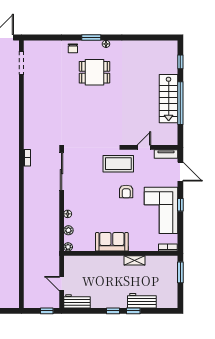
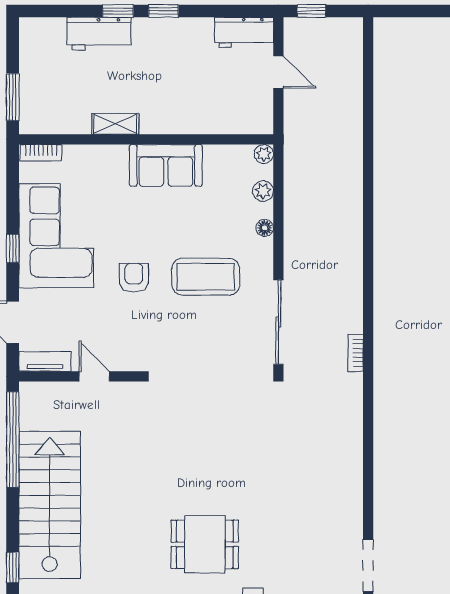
stairs: (169, 99) -> (50, 505), width x1.36, depth x1.51
window: (180, 103) -> (13, 440), moved
door: (144, 147) -> (94, 376), swing flipped
coffee table: (118, 164) -> (206, 277), moved

